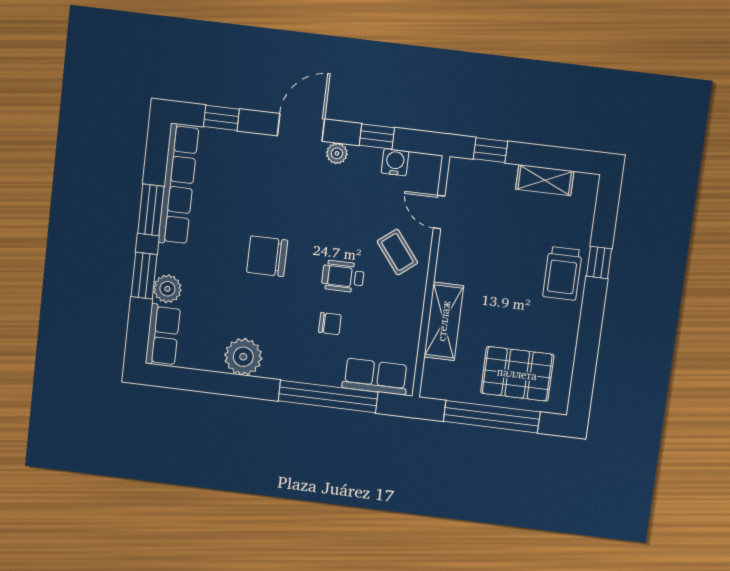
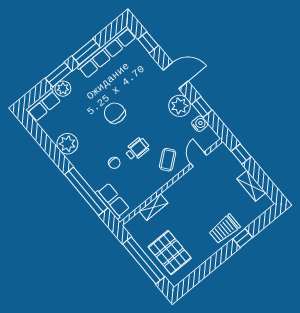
plant: (337, 153) -> (180, 106), width x1.88, depth x1.88
wheelchair: (343, 276) -> (137, 149), turned 90
shelving: (444, 321) -> (154, 207), width x0.67, depth x0.75

